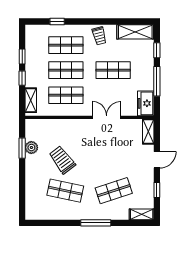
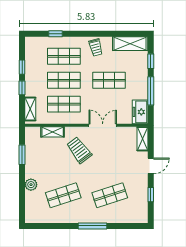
plant: (31, 148) -> (31, 185), moved
trolley: (62, 160) -> (79, 150), moved
shop shelf: (65, 191) -> (63, 195), turned -30
shelving: (142, 214) -> (53, 132), moved

